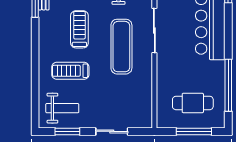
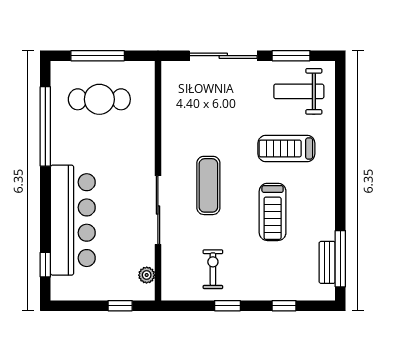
exercise mat: (121, 47) -> (208, 185), width x0.73, depth x0.69
treadmill: (70, 71) -> (286, 149), turned 180
sliding door: (112, 131) -> (223, 56), width x1.37

